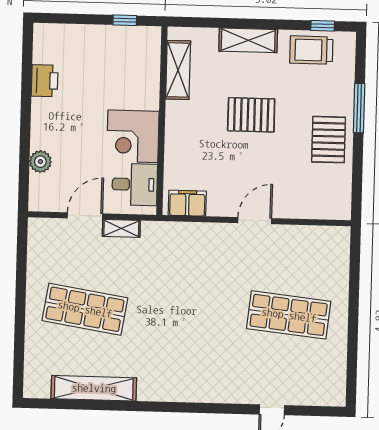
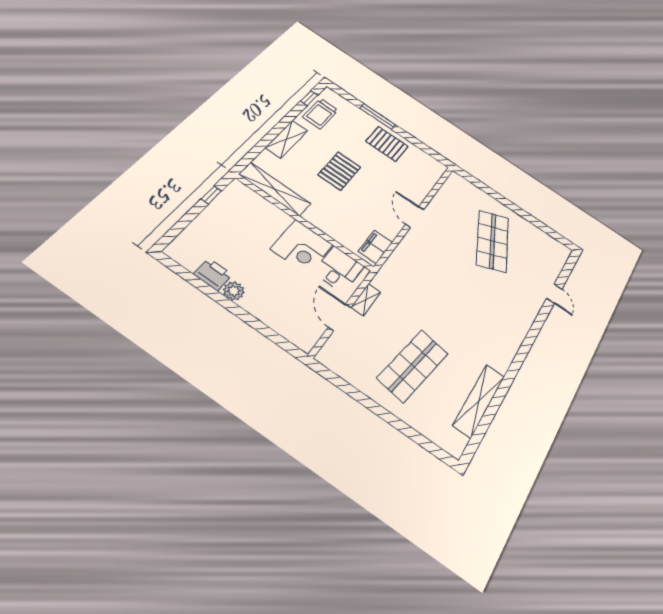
shelving: (178, 70) -> (275, 189), width x1.47
plant: (40, 162) -> (234, 291), moved
shop shelf: (289, 315) -> (493, 241), turned -30

